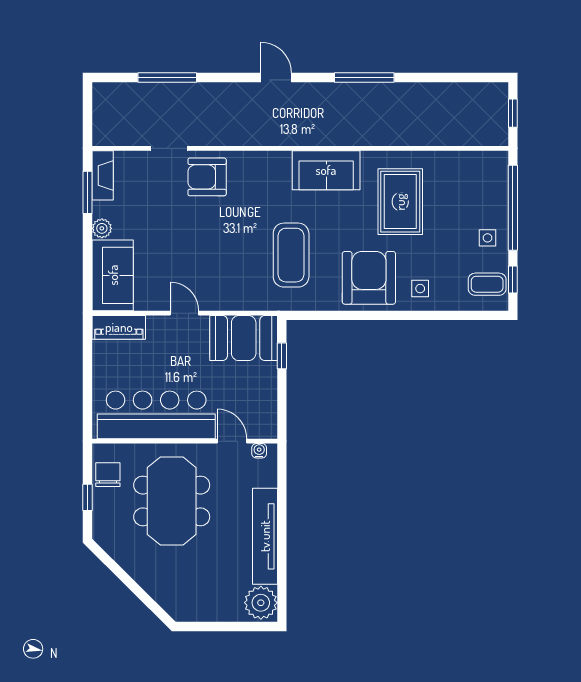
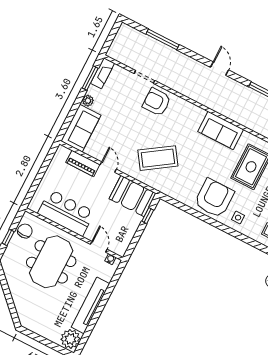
coffee table: (291, 255) -> (158, 158), moved, turned 56
piano: (119, 327) -> (83, 163), moved
bar counter: (156, 415) -> (66, 213), width x0.73

